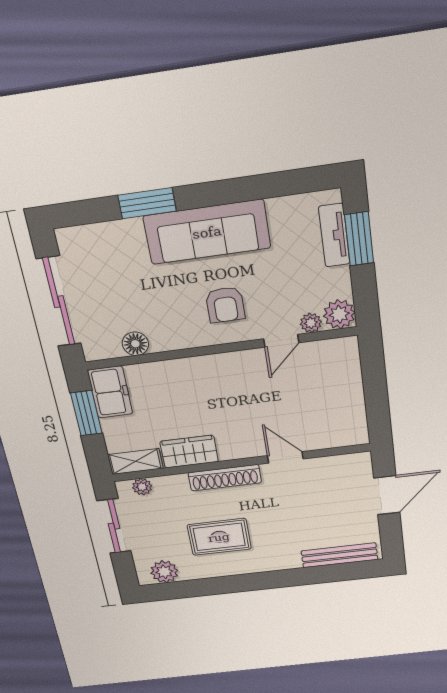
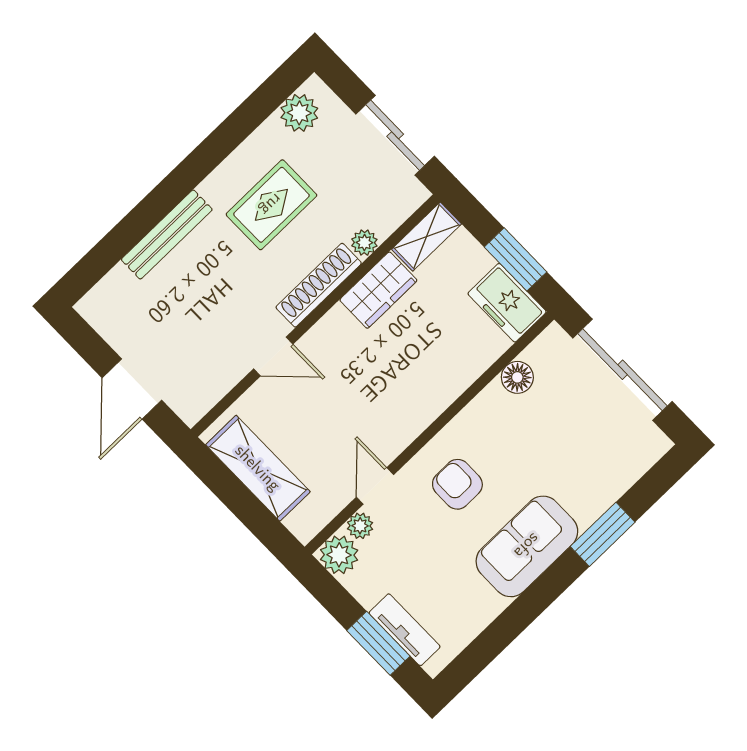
sofa: (207, 232) -> (527, 546), width x0.73
shelving: (348, 401) -> (258, 468), added
plant: (142, 487) -> (364, 243), moved
bench: (339, 555) -> (167, 234), moved

